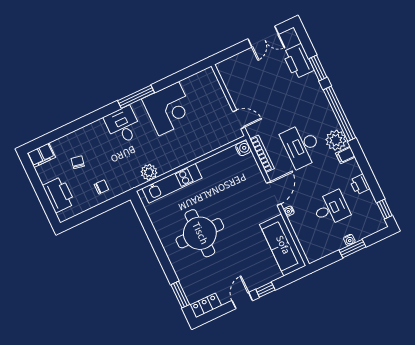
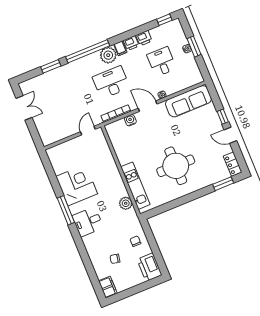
printer: (298, 61) -> (131, 43), moved, width x0.53, depth x0.68
desk: (301, 146) -> (111, 82), turned 180
water cooler: (243, 148) -> (130, 120), moved
printer: (59, 195) -> (149, 267), moved, turned -90

